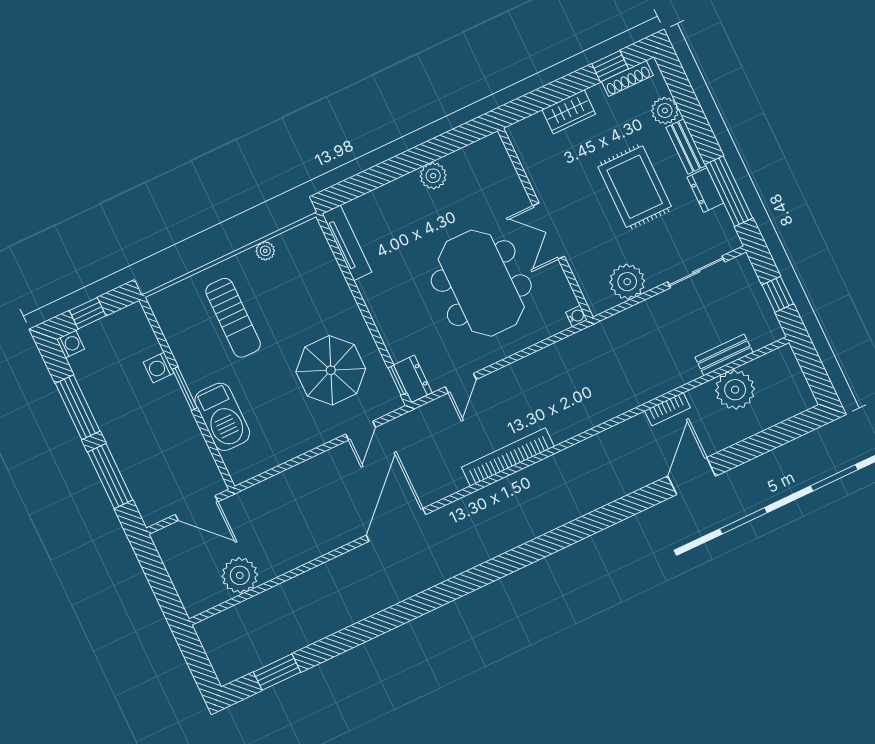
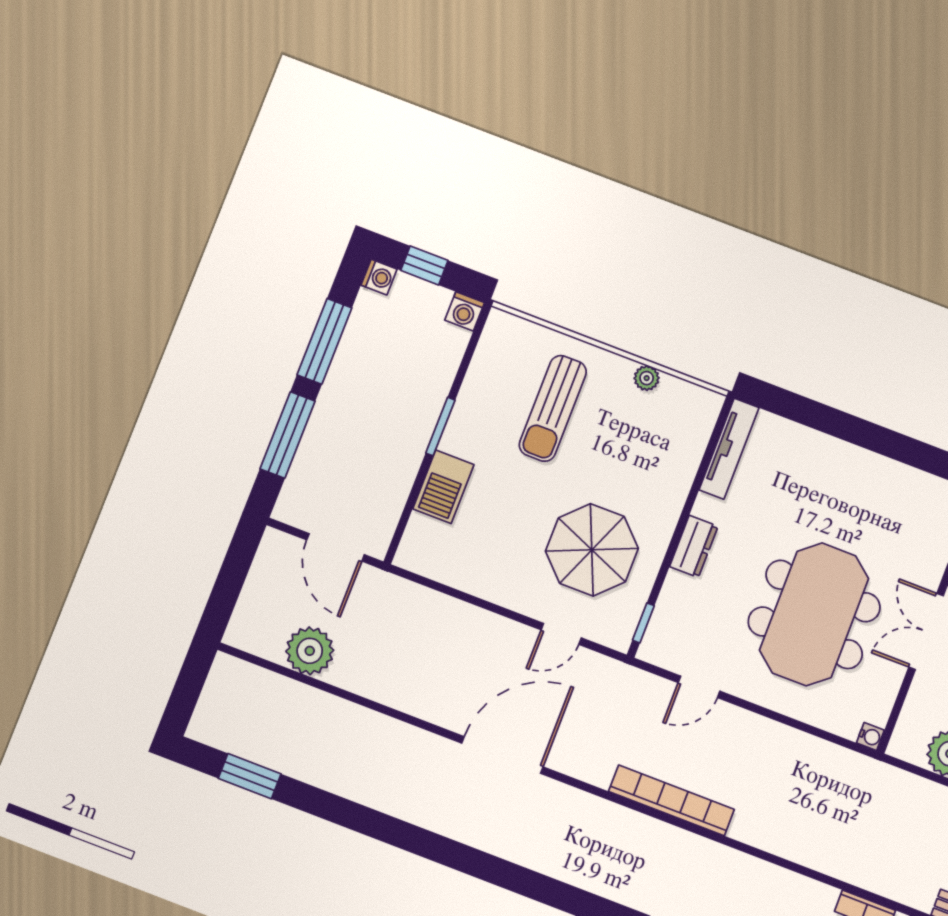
plant: (433, 176) -> (873, 470), removed
washing machine: (159, 368) -> (465, 311), moved, turned -90
dresser: (413, 379) -> (694, 546), moved
barbecue: (222, 417) -> (443, 487), width x0.73, depth x0.83

